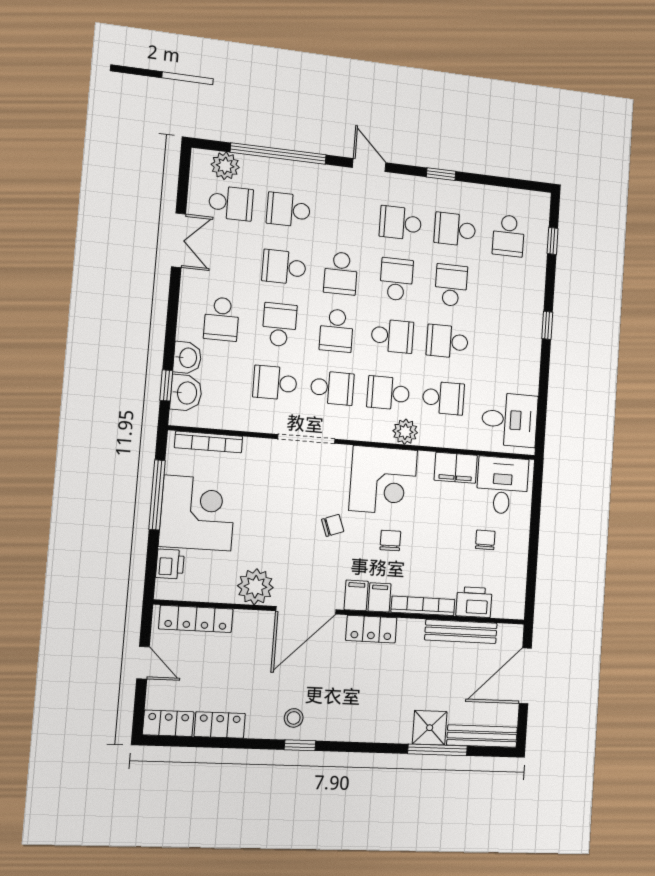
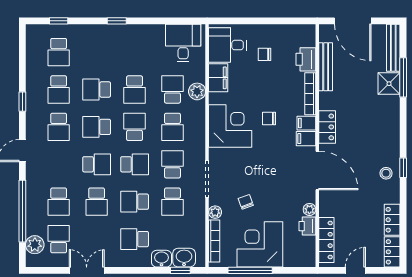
school desk: (508, 236) -> (59, 52), turned 90
school desk: (222, 319) -> (135, 239), turned 180
plant: (405, 432) -> (197, 91), moved
plant: (254, 447) -> (215, 212), added
chair: (333, 525) -> (246, 202), moved
printer: (170, 564) -> (307, 226), moved, turned -90
plant: (255, 587) -> (309, 209), width x0.53, depth x0.53

